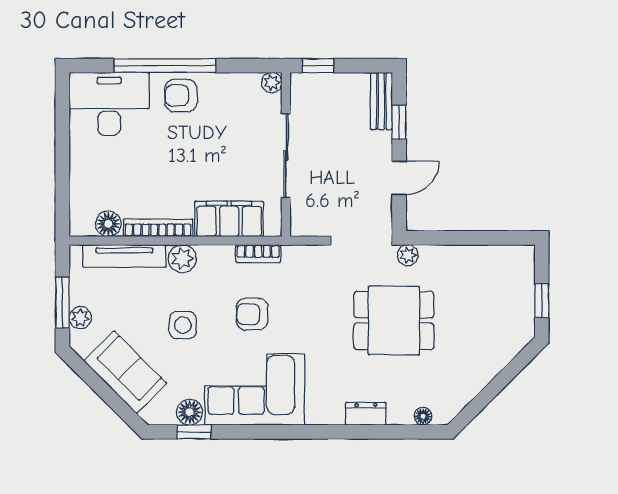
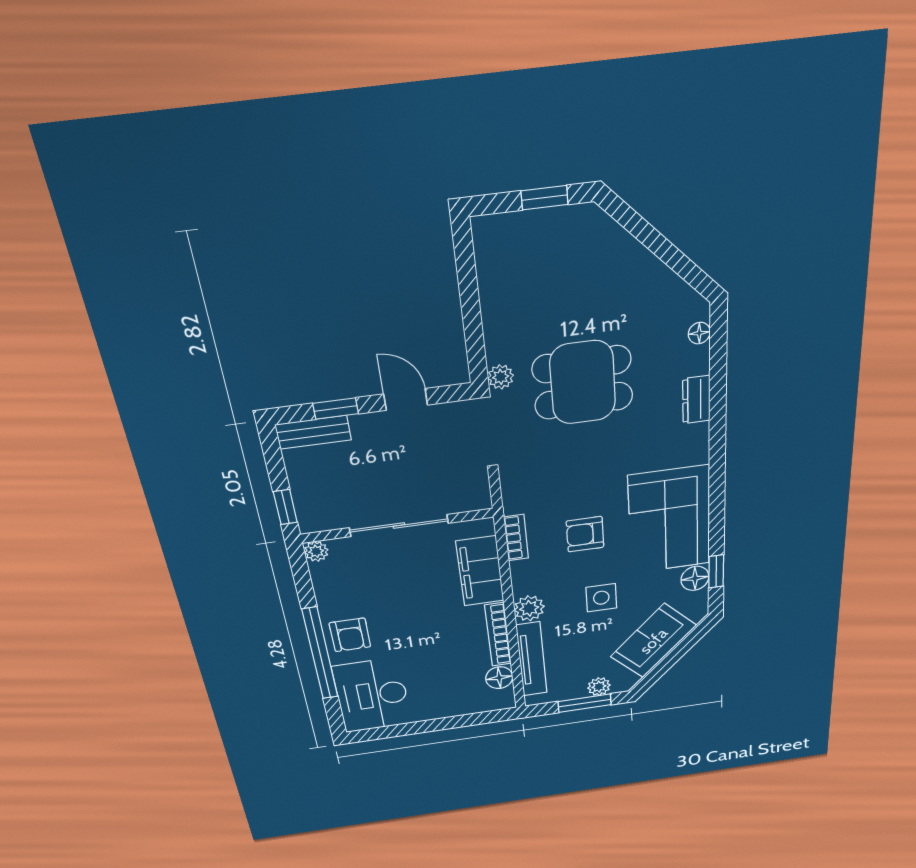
armchair: (252, 314) -> (585, 534), turned 90
dining table: (394, 321) -> (583, 383), turned 90

